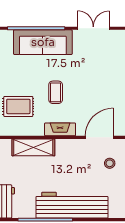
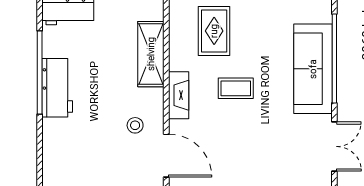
stool: (110, 163) -> (135, 125), moved
workbench: (72, 205) -> (57, 88), width x0.53, depth x0.76

